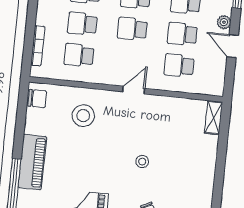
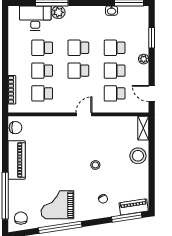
door: (233, 46) -> (152, 94), moved
stool: (83, 116) -> (138, 156), moved
piano: (32, 162) -> (17, 160), moved

